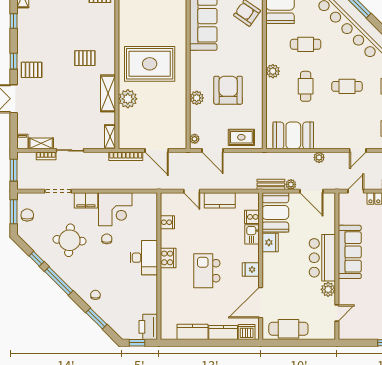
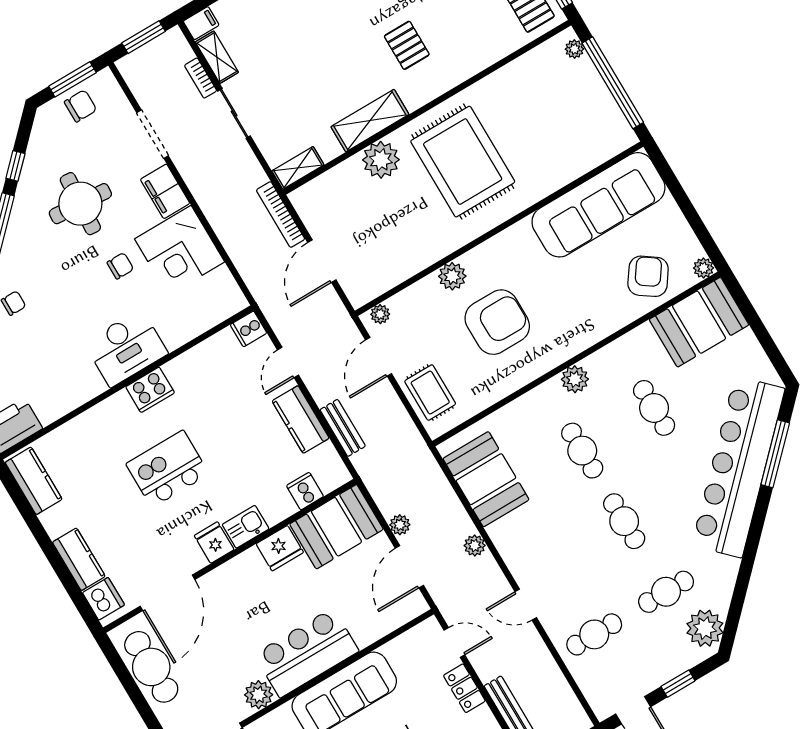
cafe table: (306, 86) -> (582, 451), turned 90
bench: (271, 184) -> (343, 428), moved
cooker: (167, 222) -> (249, 329), moved, turned 90
kitchen sink: (252, 234) -> (246, 527), moved
door: (261, 303) -> (168, 593), swing flipped
kitchen counter: (192, 332) -> (34, 481), moved

